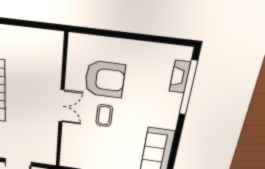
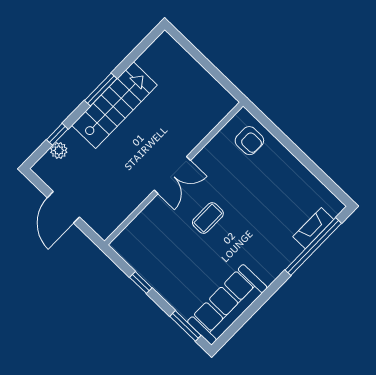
armchair: (105, 79) -> (249, 141), moved, width x0.53, depth x0.53

